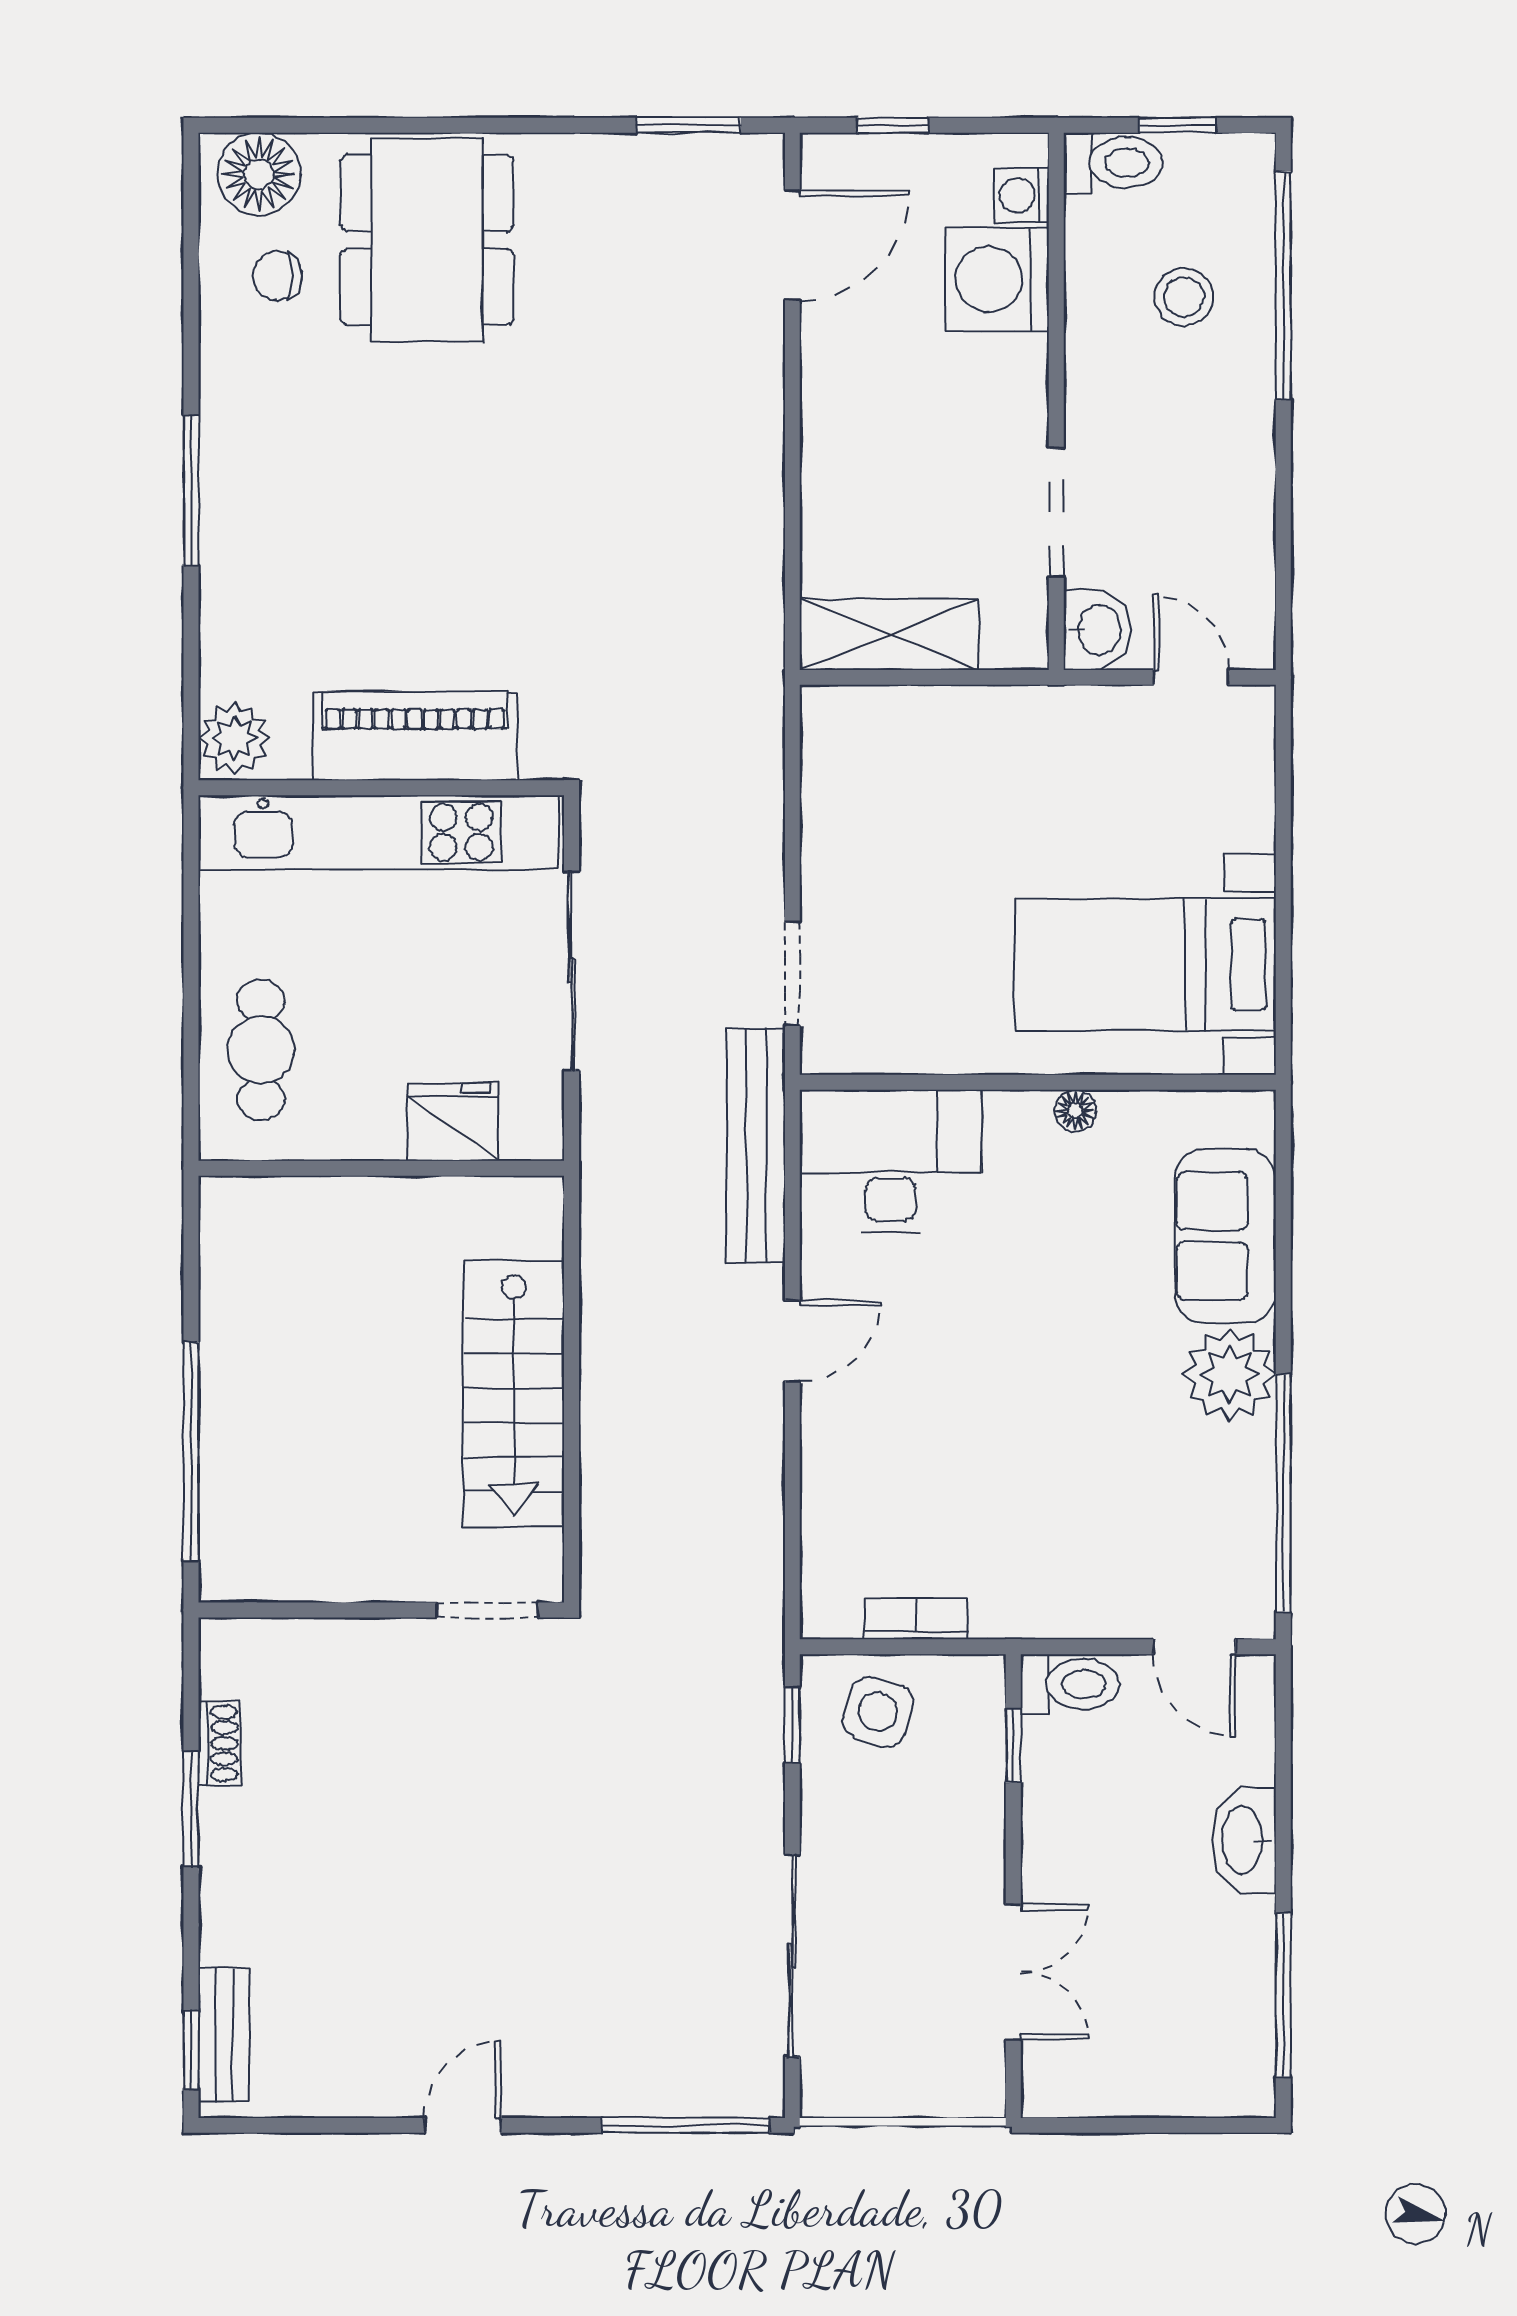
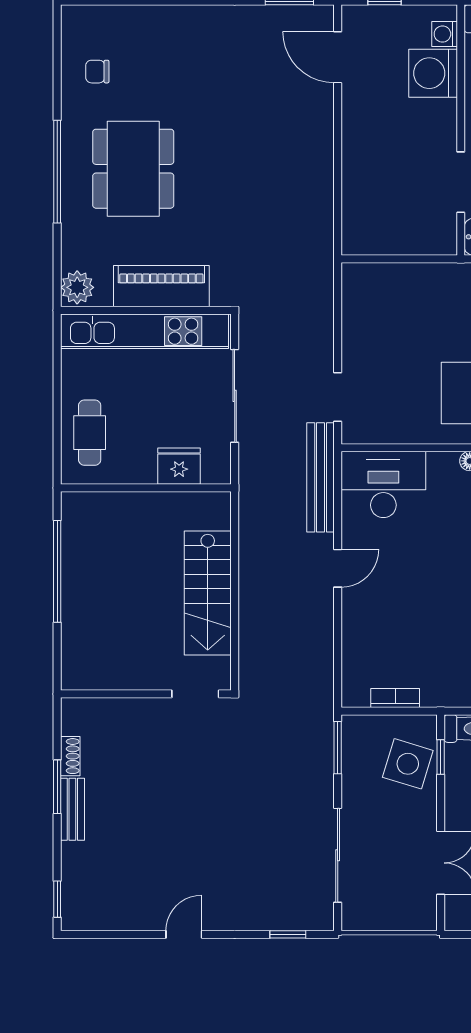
floor lamp: (259, 174) -> (89, 24), removed
dining table: (427, 240) -> (133, 169), moved
door: (792, 245) -> (338, 57), swing flipped
window: (191, 490) -> (57, 172), width x1.46
shelving: (889, 634) -> (383, 239), removed
window: (191, 1451) -> (57, 571), moved
side table: (878, 1712) -> (408, 764), moved, width x1.37, depth x1.37
window: (792, 1725) -> (338, 748), width x1.50
bench: (224, 2035) -> (72, 809), moved
window: (686, 2125) -> (288, 934), width x0.46

